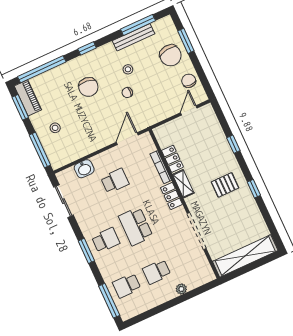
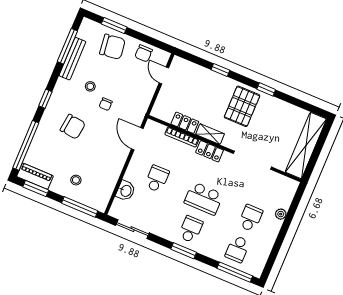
chair: (189, 81) -> (144, 53), turned -90
pallet: (225, 185) -> (242, 106), width x1.50, depth x1.42
school desk: (157, 272) -> (250, 218), turned 180

